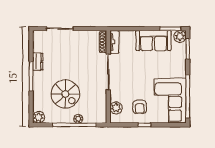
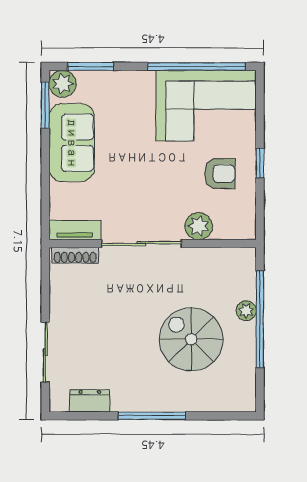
dresser: (38, 62) -> (90, 401), moved
spiral stairs: (65, 94) -> (191, 339), turned -90
plant: (116, 108) -> (199, 226), moved
plant: (39, 117) -> (243, 399), removed

